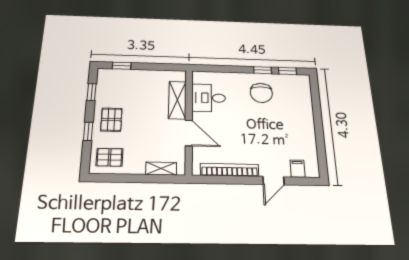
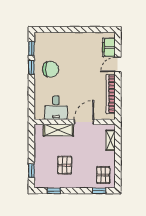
pallet: (111, 120) -> (65, 165), moved, turned 90
window: (88, 131) -> (99, 191), moved
filing cabinet: (298, 169) -> (109, 47), width x2.00
door: (274, 181) -> (118, 65), swing flipped

